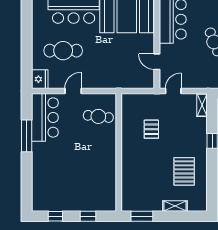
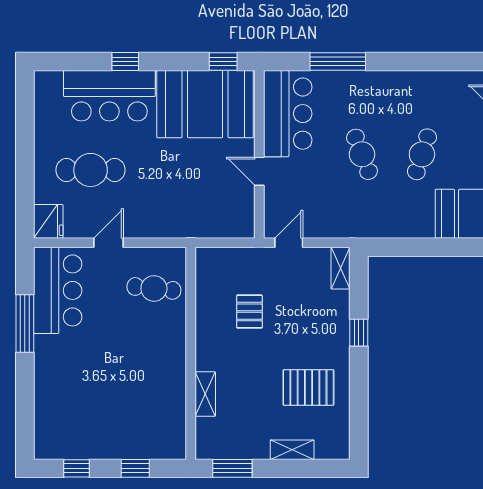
door: (157, 62) -> (259, 171), moved
pallet: (184, 171) -> (308, 388), turned 90
shelving: (127, 175) -> (205, 394), added

